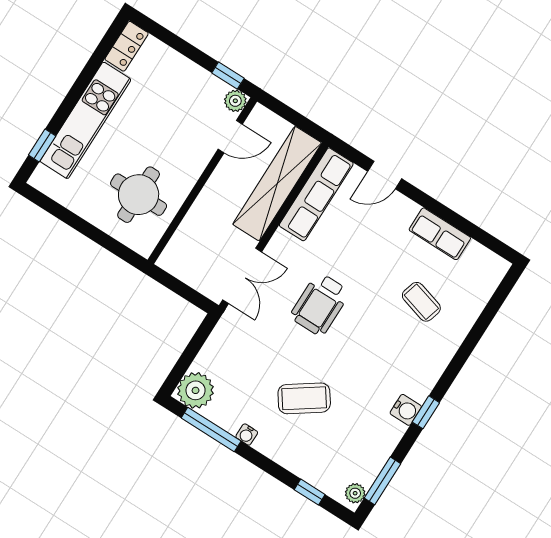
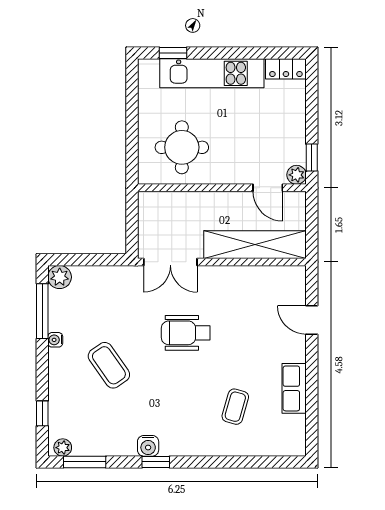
row of seats: (316, 194) -> (265, 279), removed
plant: (196, 390) -> (60, 277), width x0.73, depth x0.73

